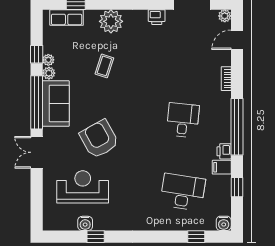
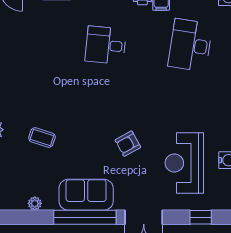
window: (37, 54) -> (201, 217), moved
plant: (49, 73) -> (50, 203), removed
armchair: (99, 139) -> (128, 144), width x0.53, depth x0.53

